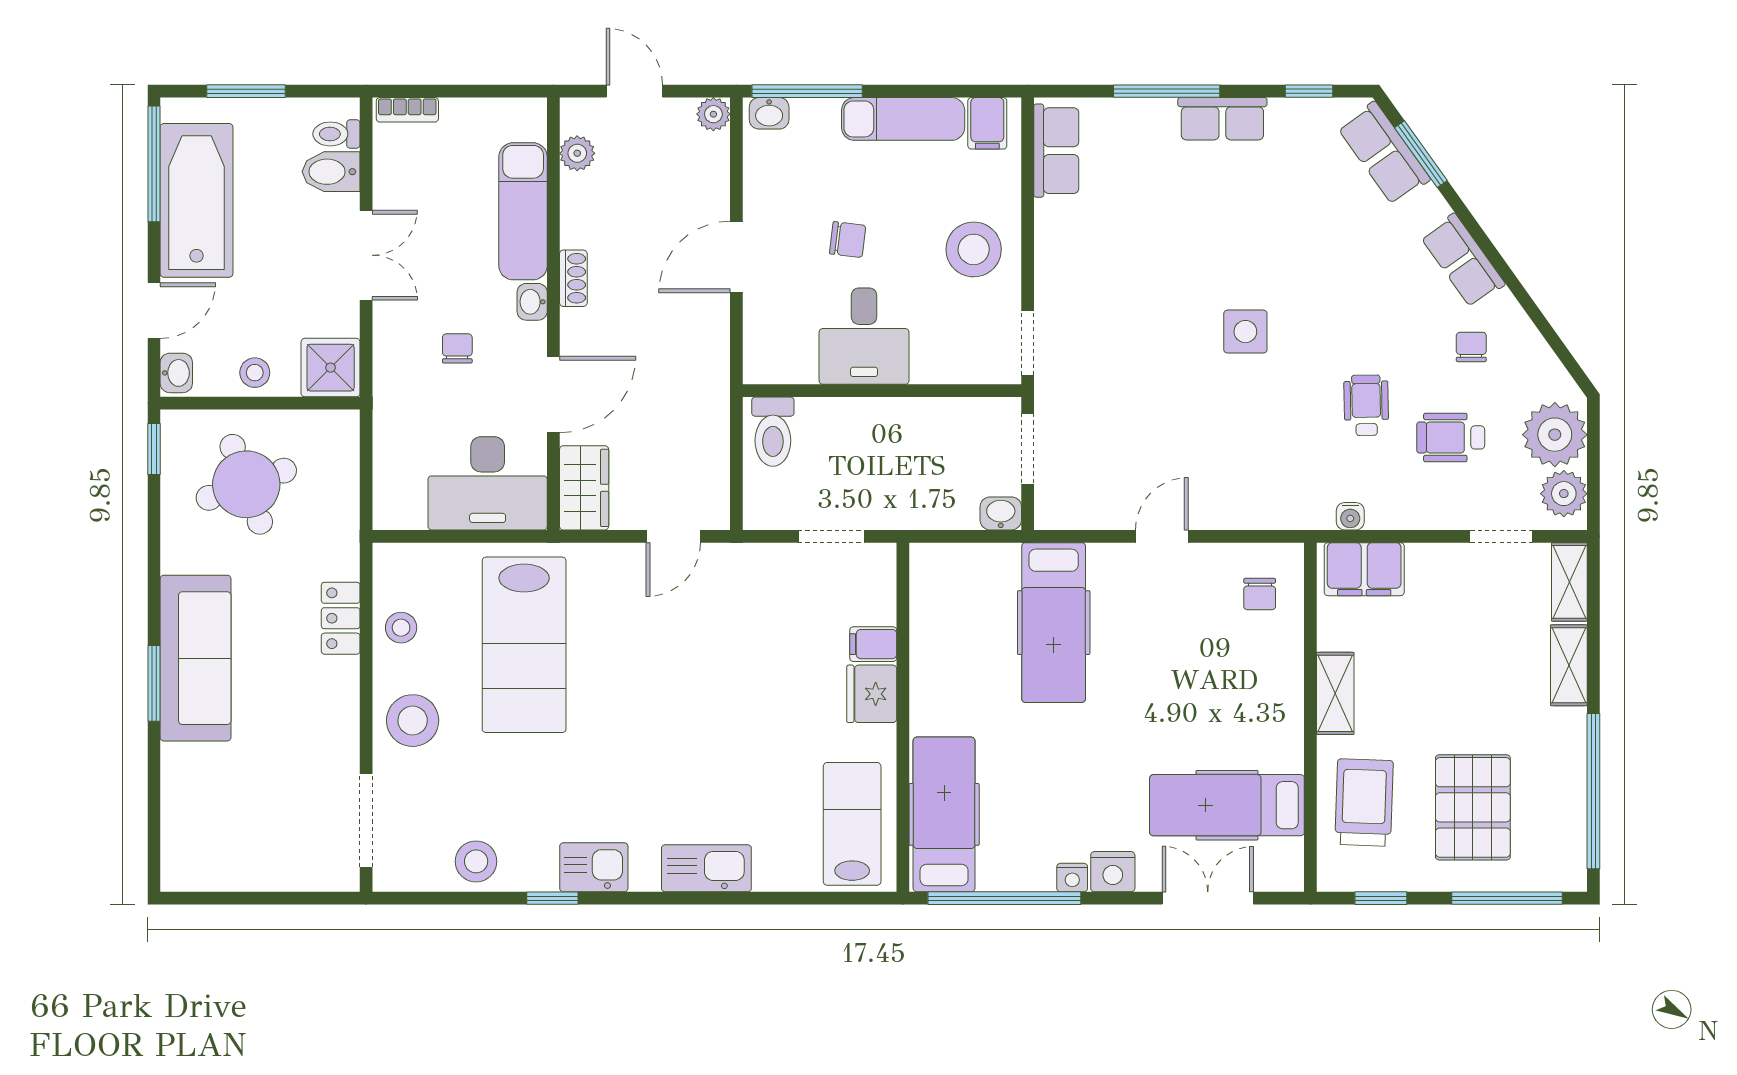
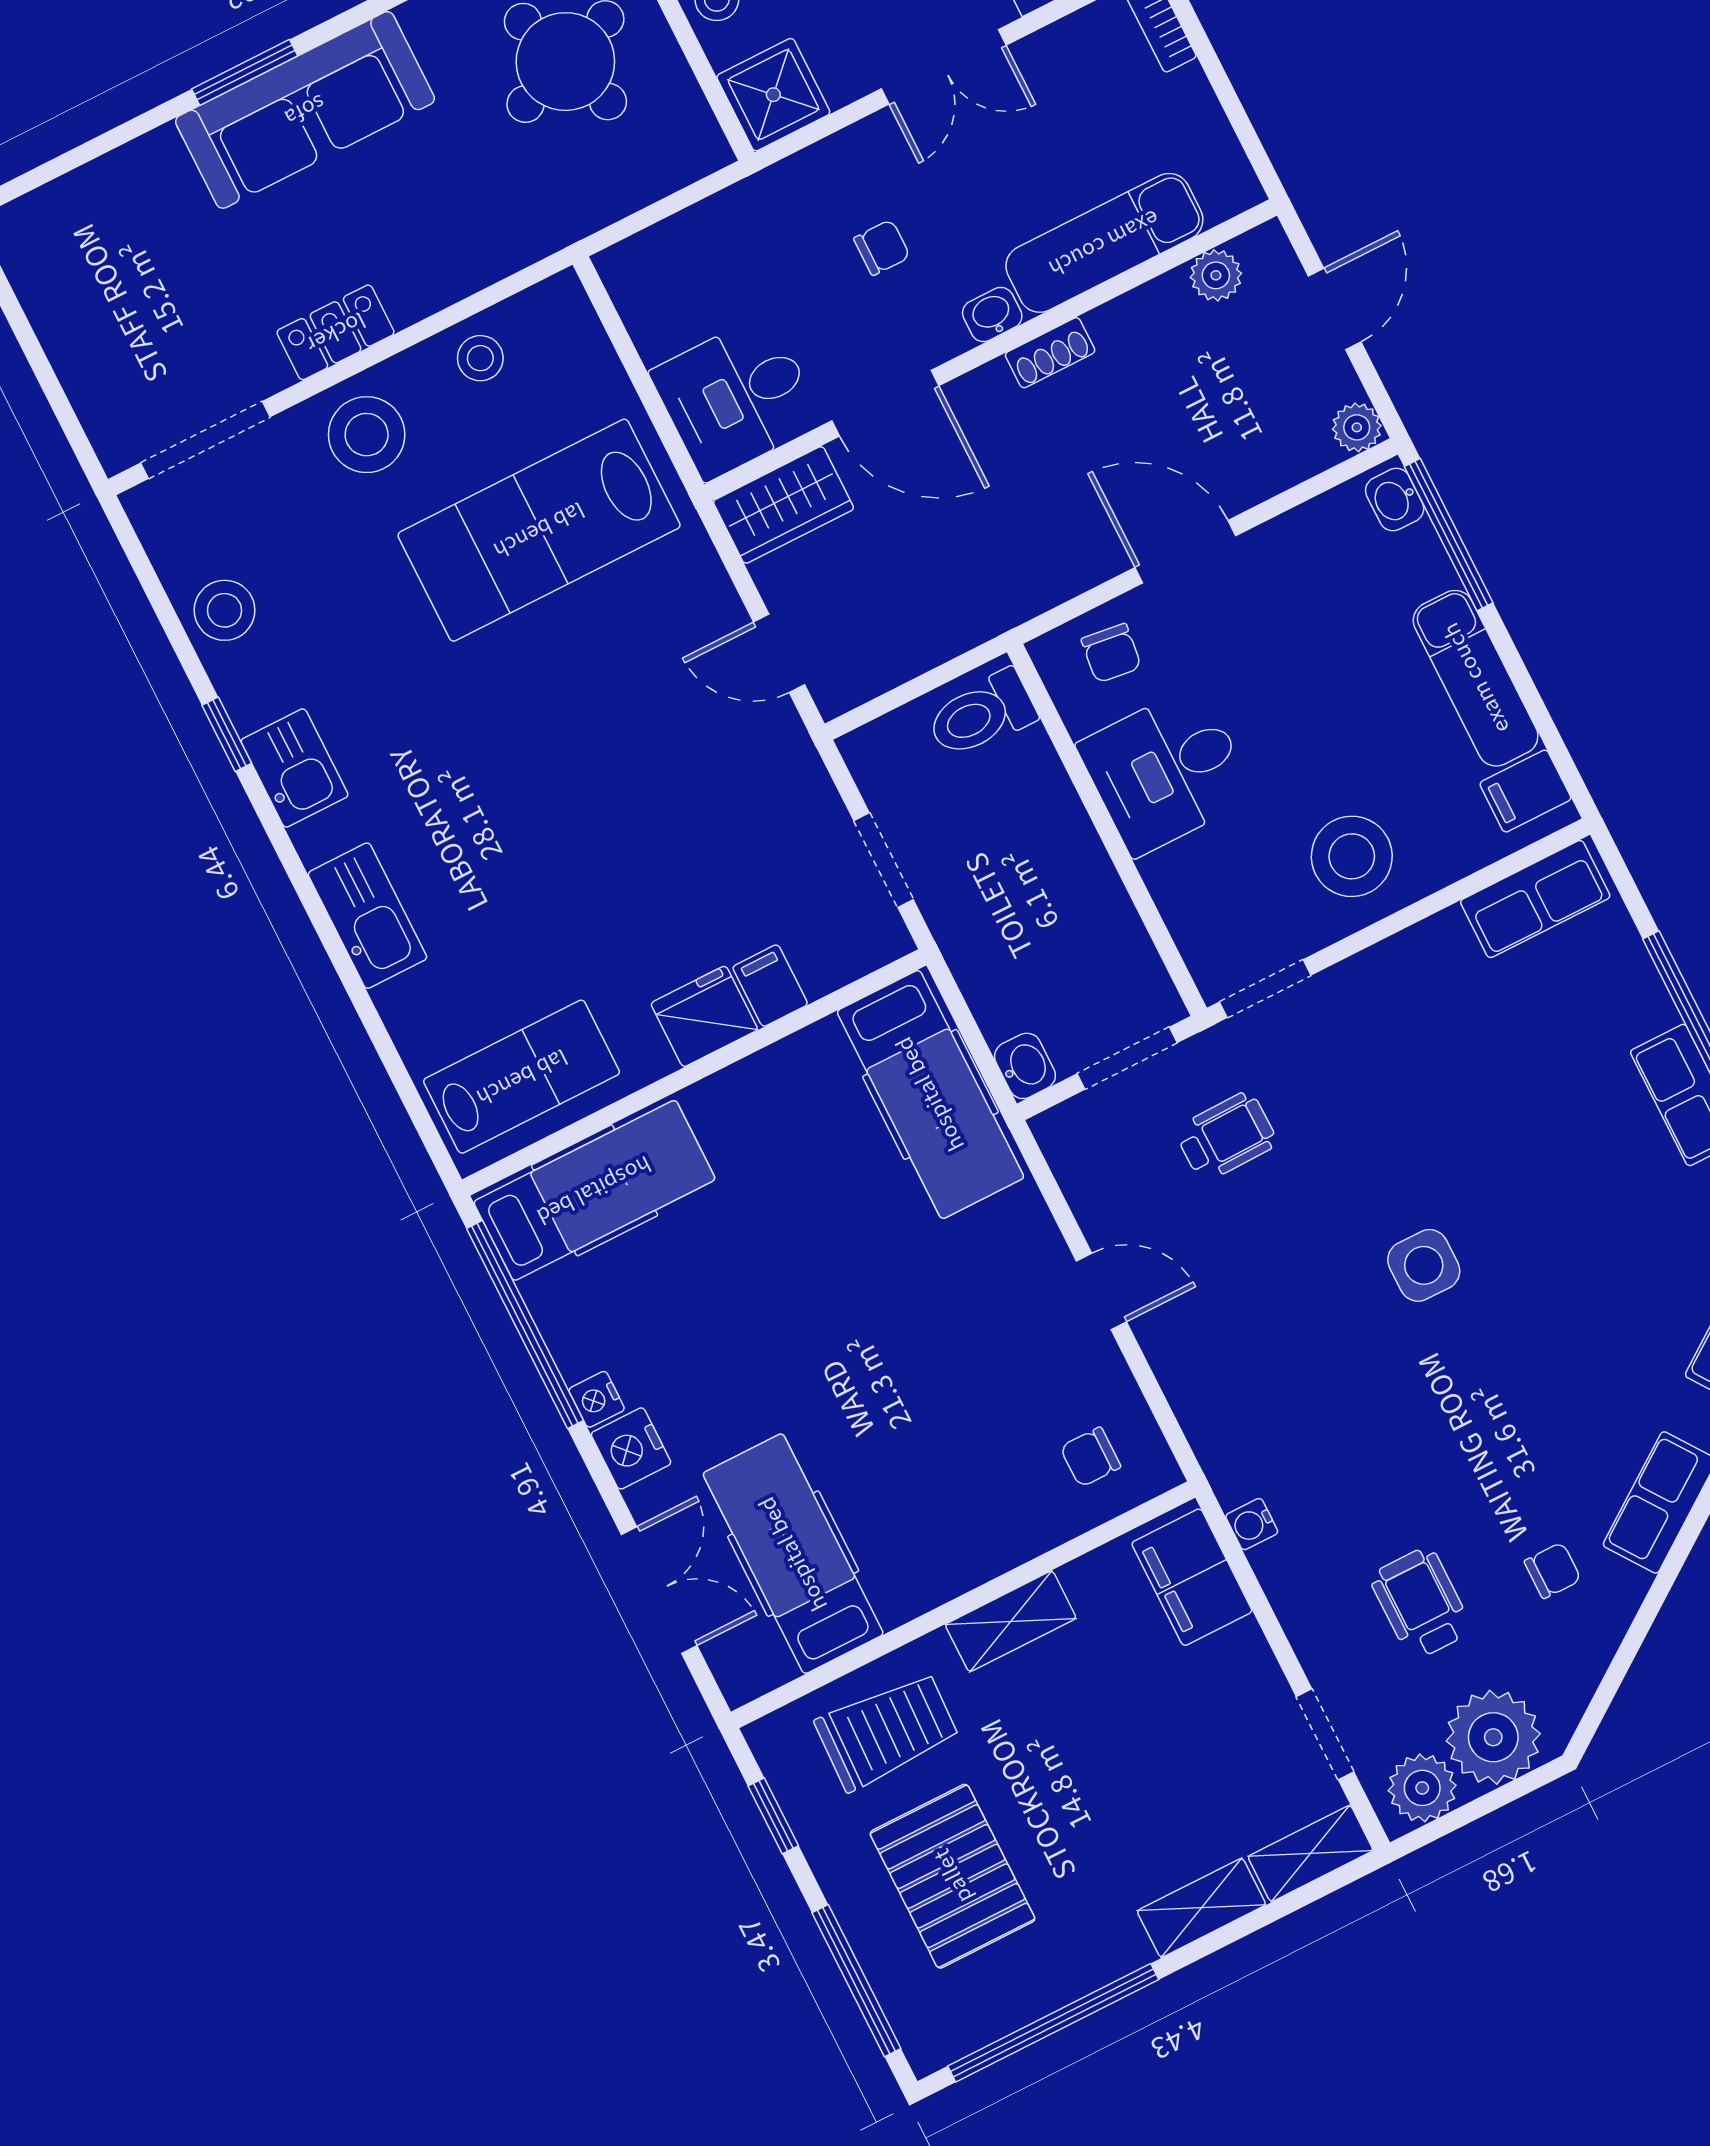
chair: (848, 240) -> (1111, 653), moved
wheelchair: (1366, 405) -> (1226, 1137), moved
desk: (488, 483) -> (737, 397), width x0.73
locker: (341, 618) -> (336, 332), moved
hospital bed: (1054, 623) -> (930, 1094), moved, turned -90
pallet: (1473, 807) -> (953, 1876), turned 90

